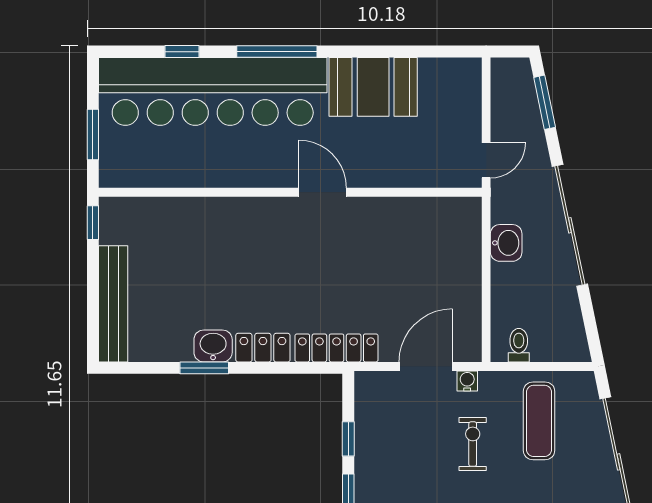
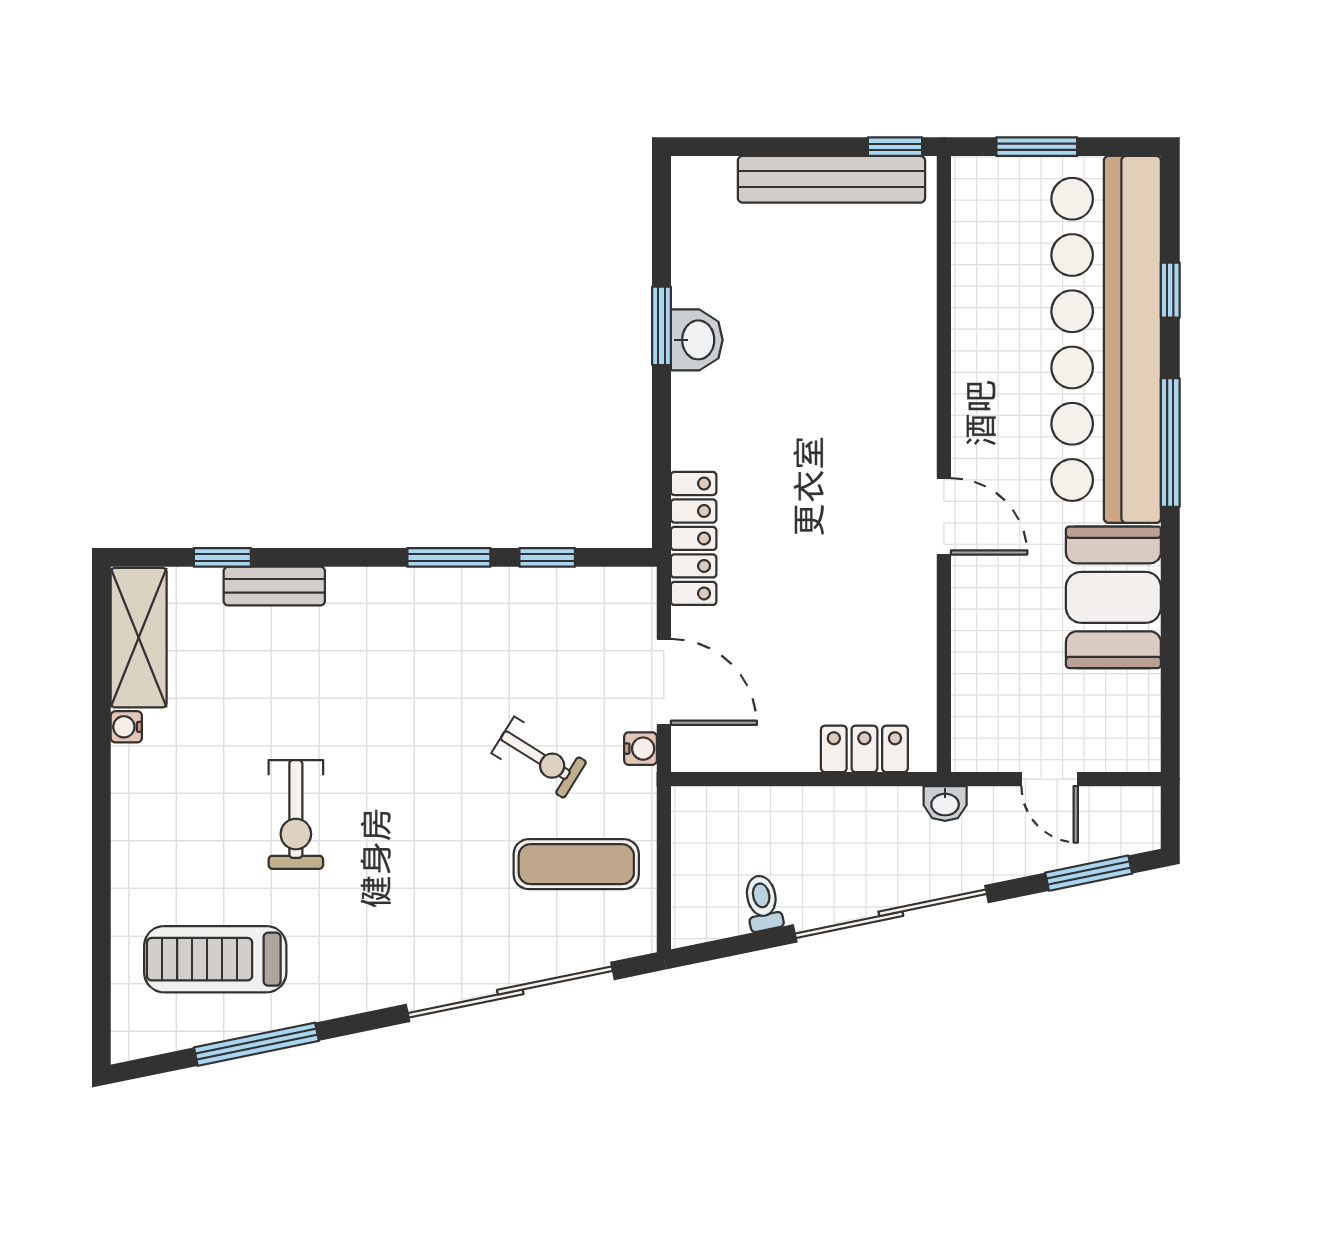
door: (486, 160) -> (1050, 779), moved
door: (323, 192) -> (944, 516), hinge flipped
washbasin: (506, 243) -> (945, 803), moved, width x0.72, depth x0.69
bench: (113, 304) -> (831, 179), moved
toilet: (519, 345) -> (763, 903), moved, turned -102
locker: (263, 348) -> (864, 749), moved, turned -90
exercise bike: (473, 444) -> (539, 757), turned 32

